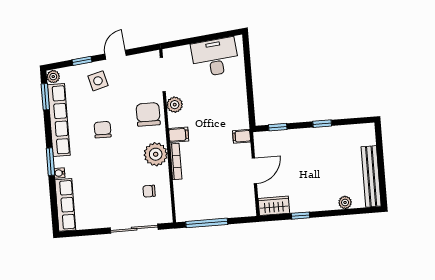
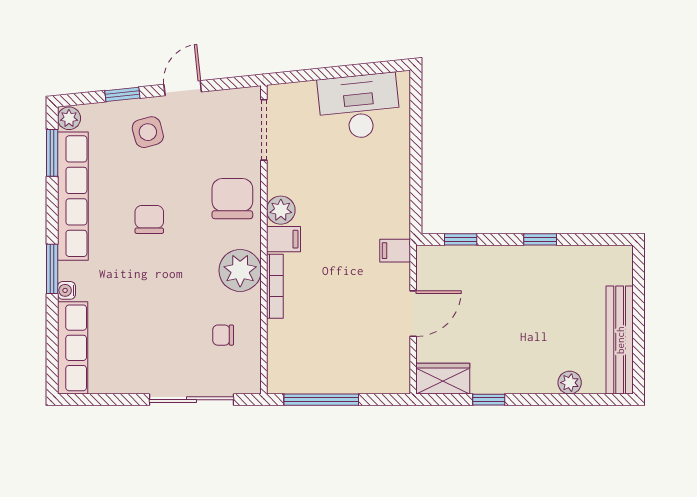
plant: (175, 105) -> (281, 210), moved

